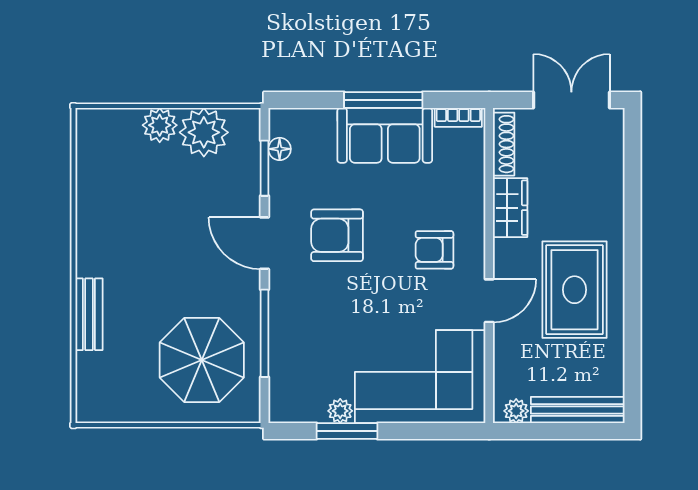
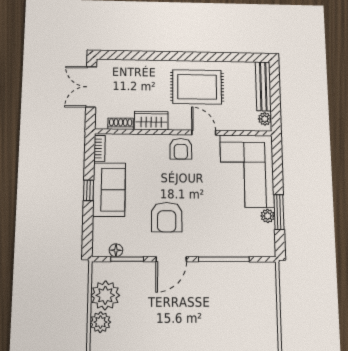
window: (383, 100) -> (89, 190), width x0.46
shoe rack: (504, 144) -> (121, 124), width x0.70
armchair: (434, 250) -> (181, 149), moved
parasol: (202, 360) -> (240, 296), removed

